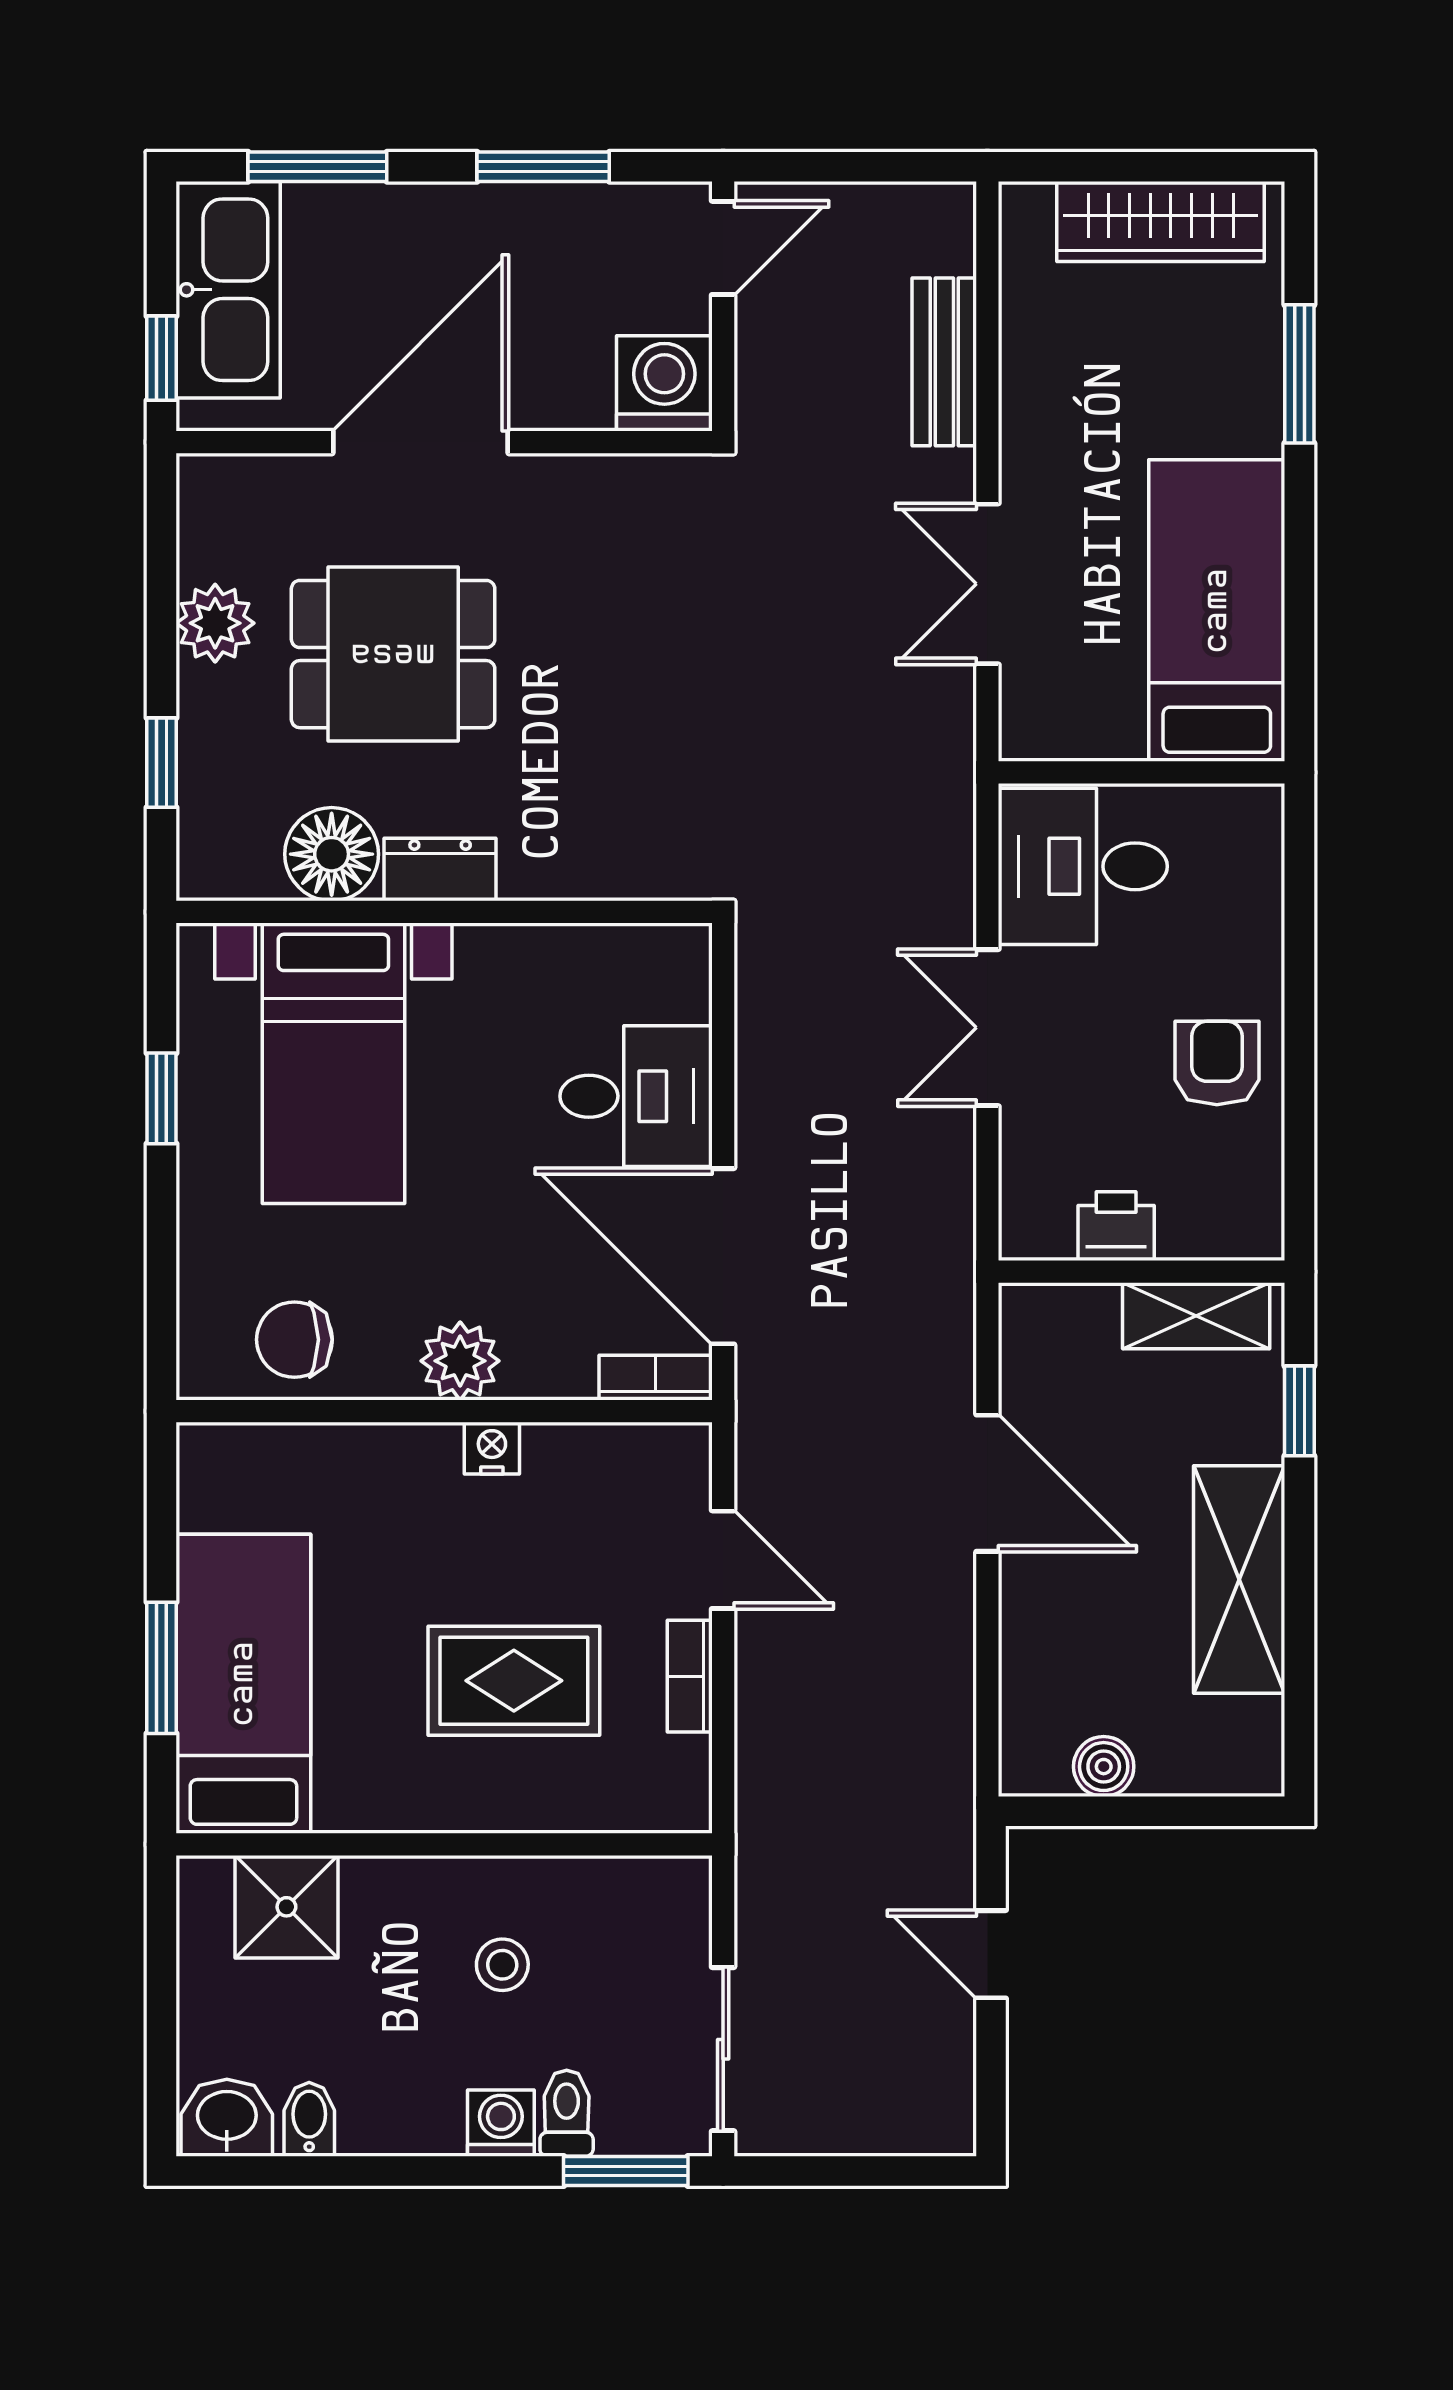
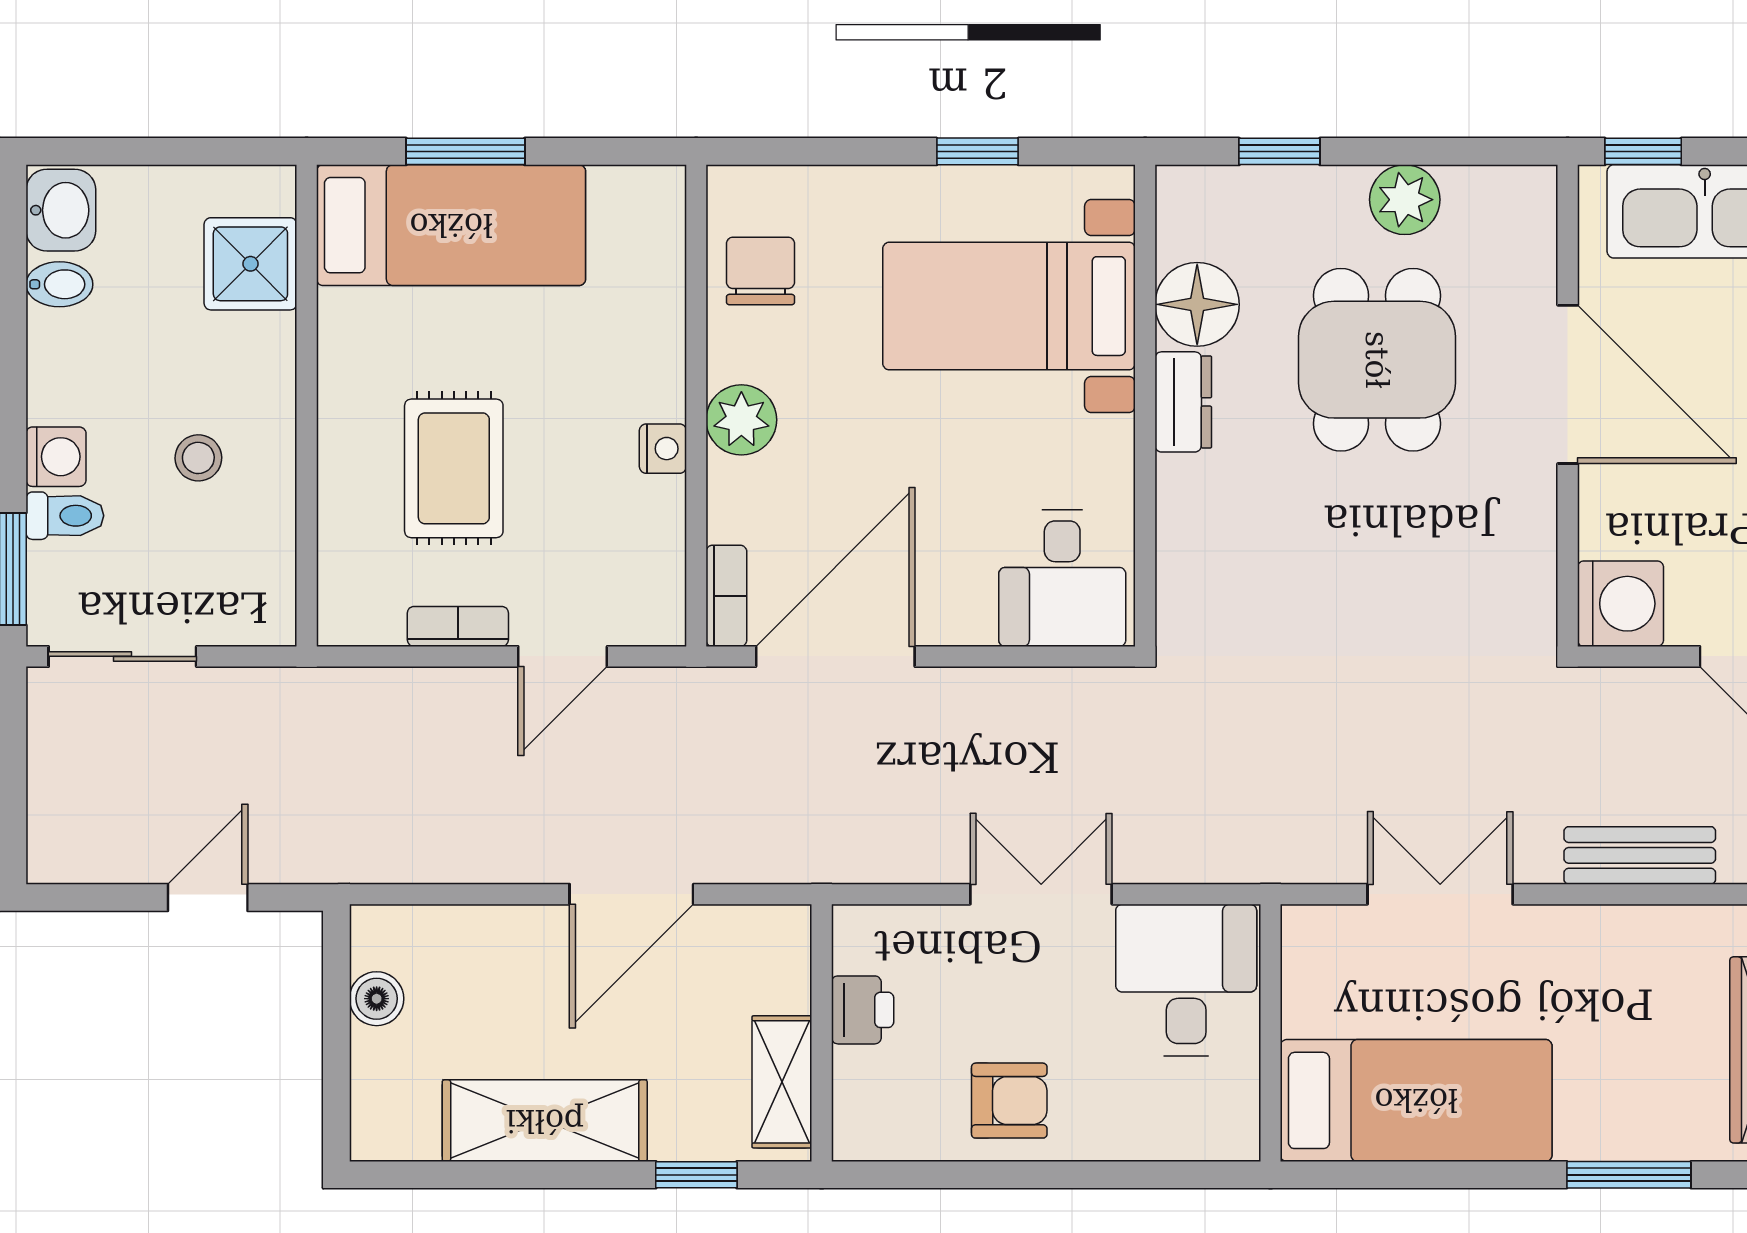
desk: (636, 1096) -> (1062, 578), moved

